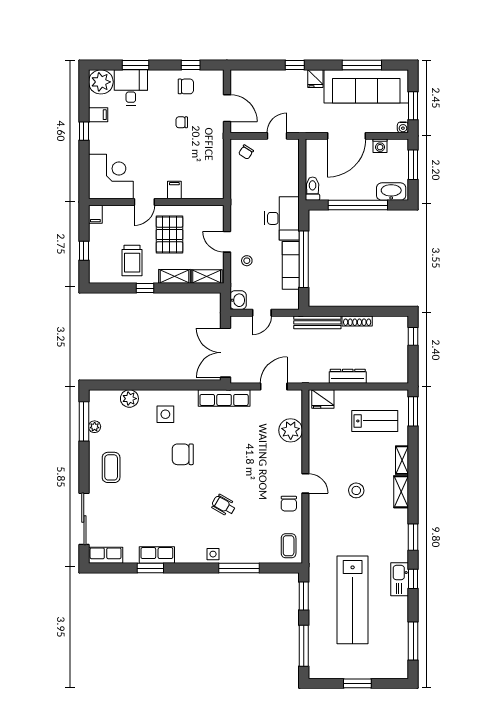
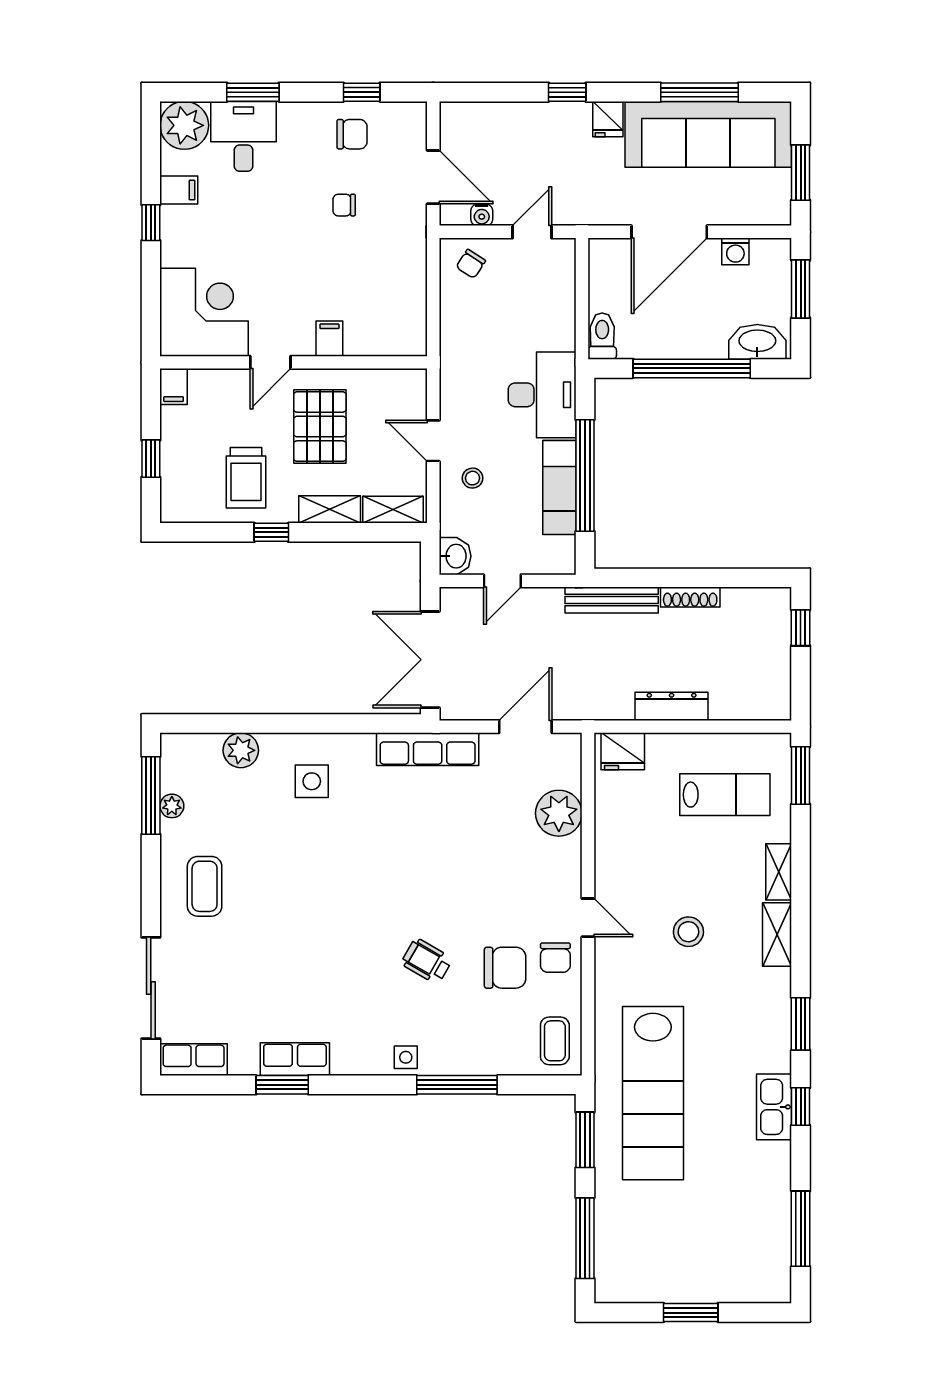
water cooler: (403, 127) -> (482, 215), moved
chair: (183, 454) -> (505, 968), moved, turned 180
lab bench: (353, 600) -> (653, 1093), moved

